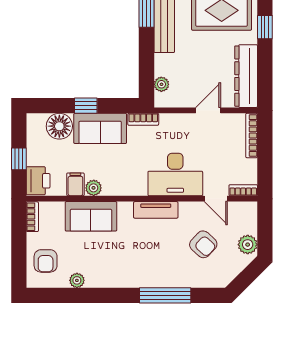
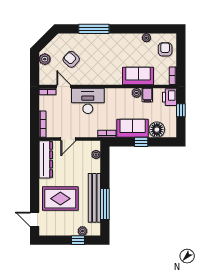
window: (265, 27) -> (35, 189), removed
tv unit: (156, 210) -> (99, 80), removed

